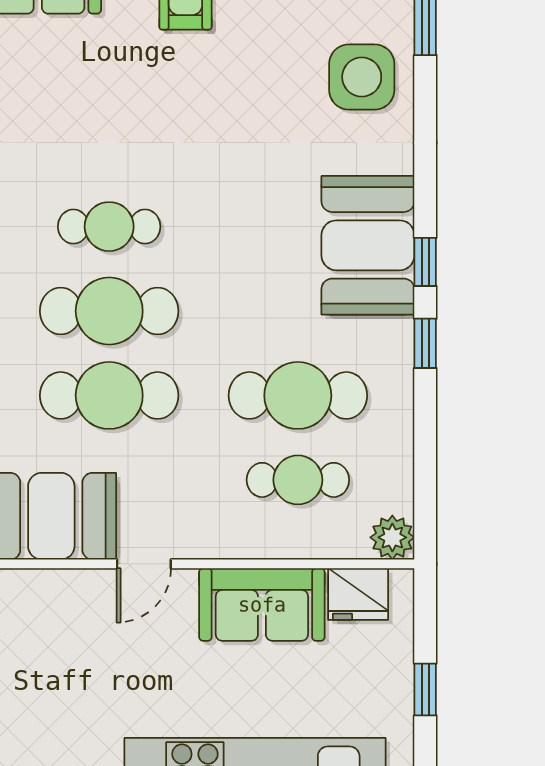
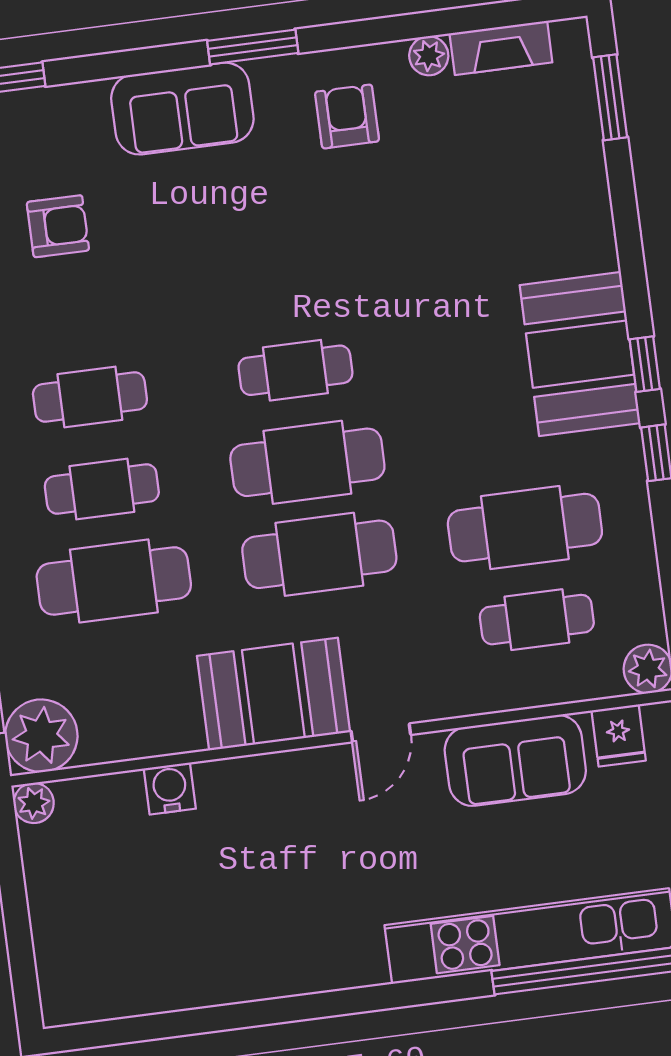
side table: (362, 77) -> (549, 172), removed
fridge: (358, 594) -> (619, 735), width x0.72

